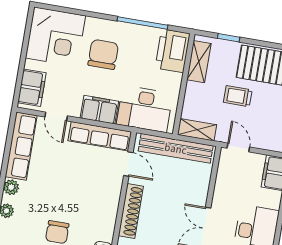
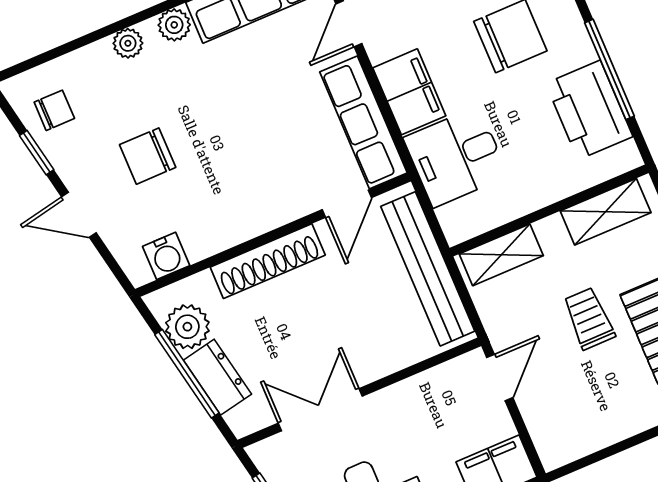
printer: (173, 51) -> (589, 110), moved, turned -90
desk: (145, 109) -> (456, 157), width x0.73
shelving: (197, 130) -> (501, 255), moved, turned 90

